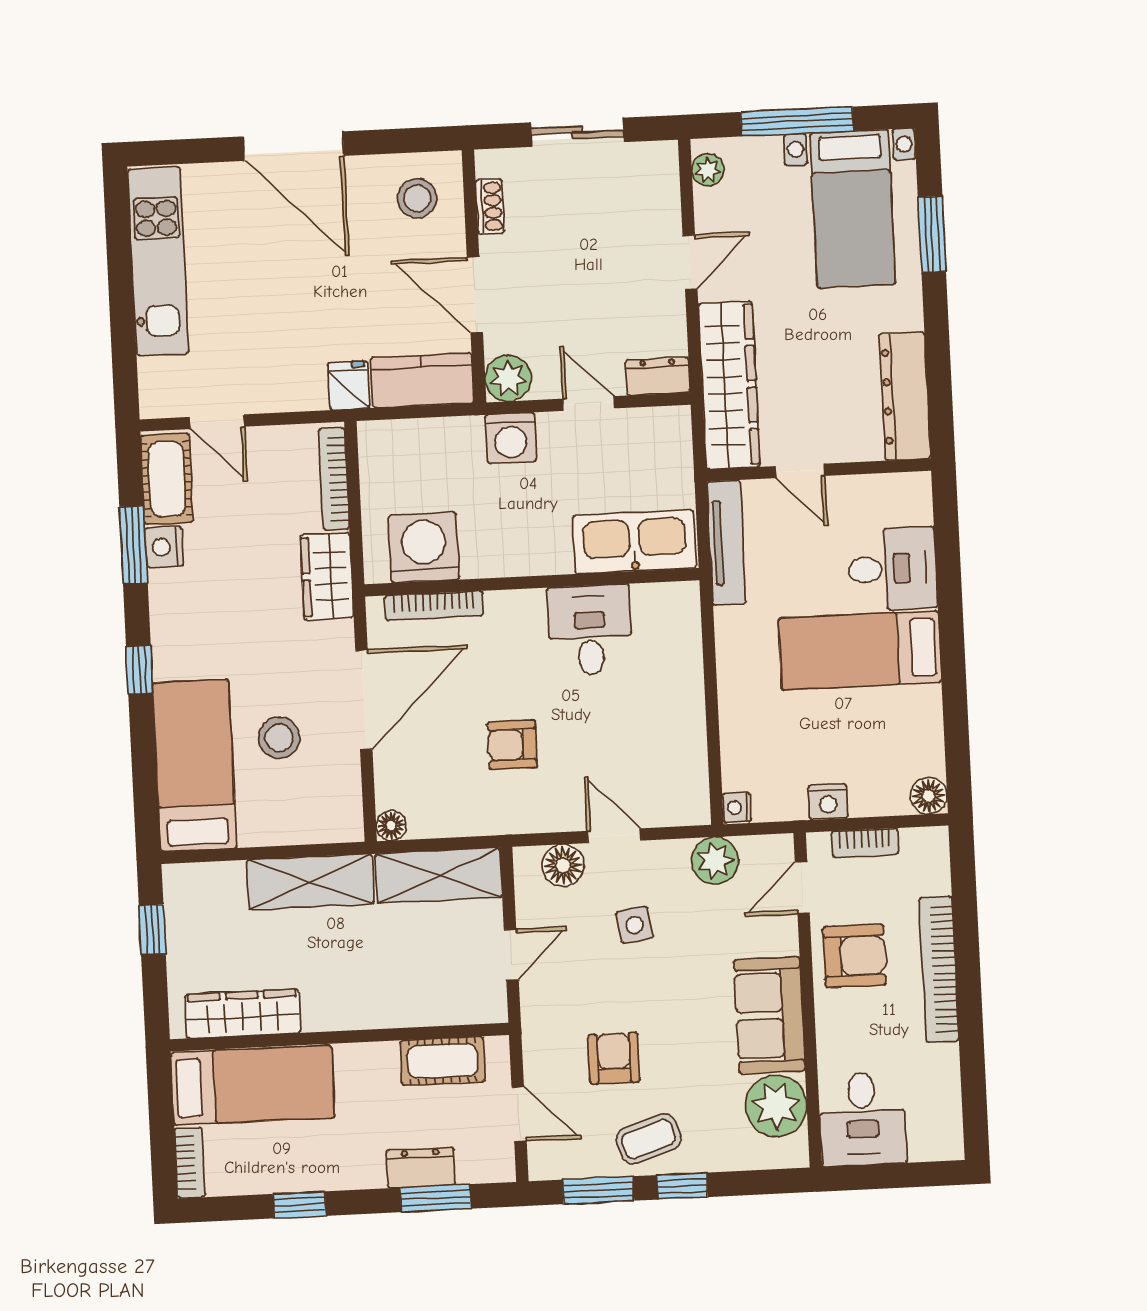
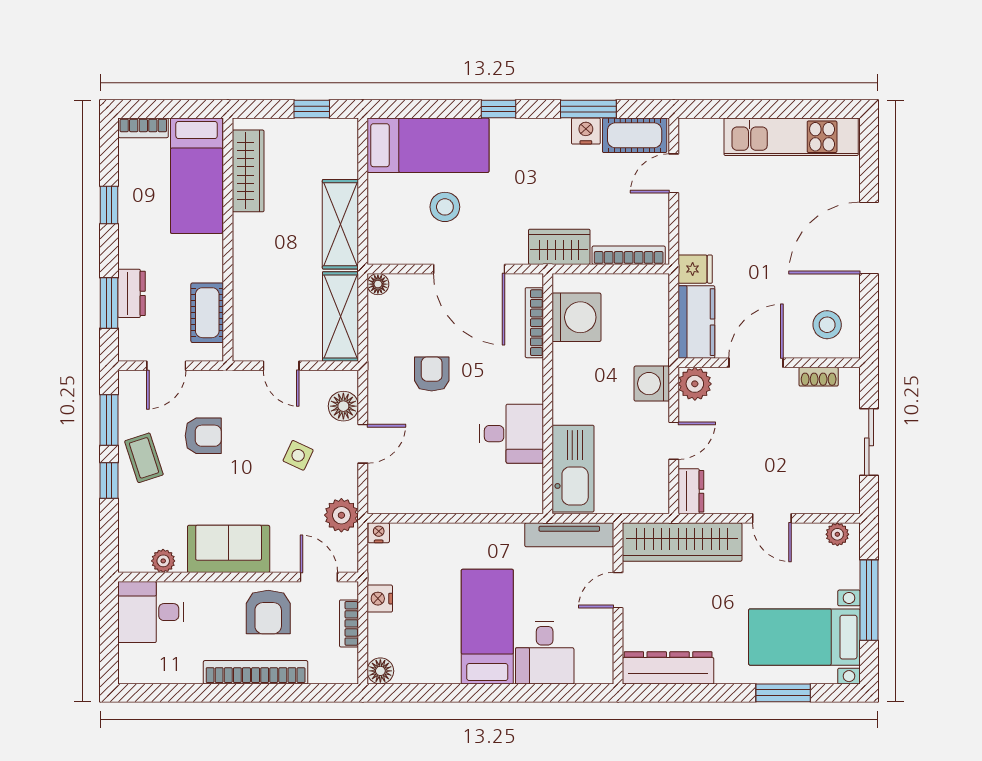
side table: (635, 925) -> (298, 455), turned 34
plant: (776, 1106) -> (163, 561), width x0.53, depth x0.53

